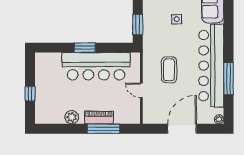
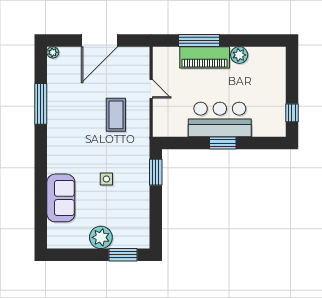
bar counter: (96, 66) -> (220, 119), width x0.73
bar counter: (211, 66) -> (63, 120), removed
window: (30, 94) -> (292, 113), moved
piano: (99, 117) -> (205, 57), width x1.37, depth x1.33

